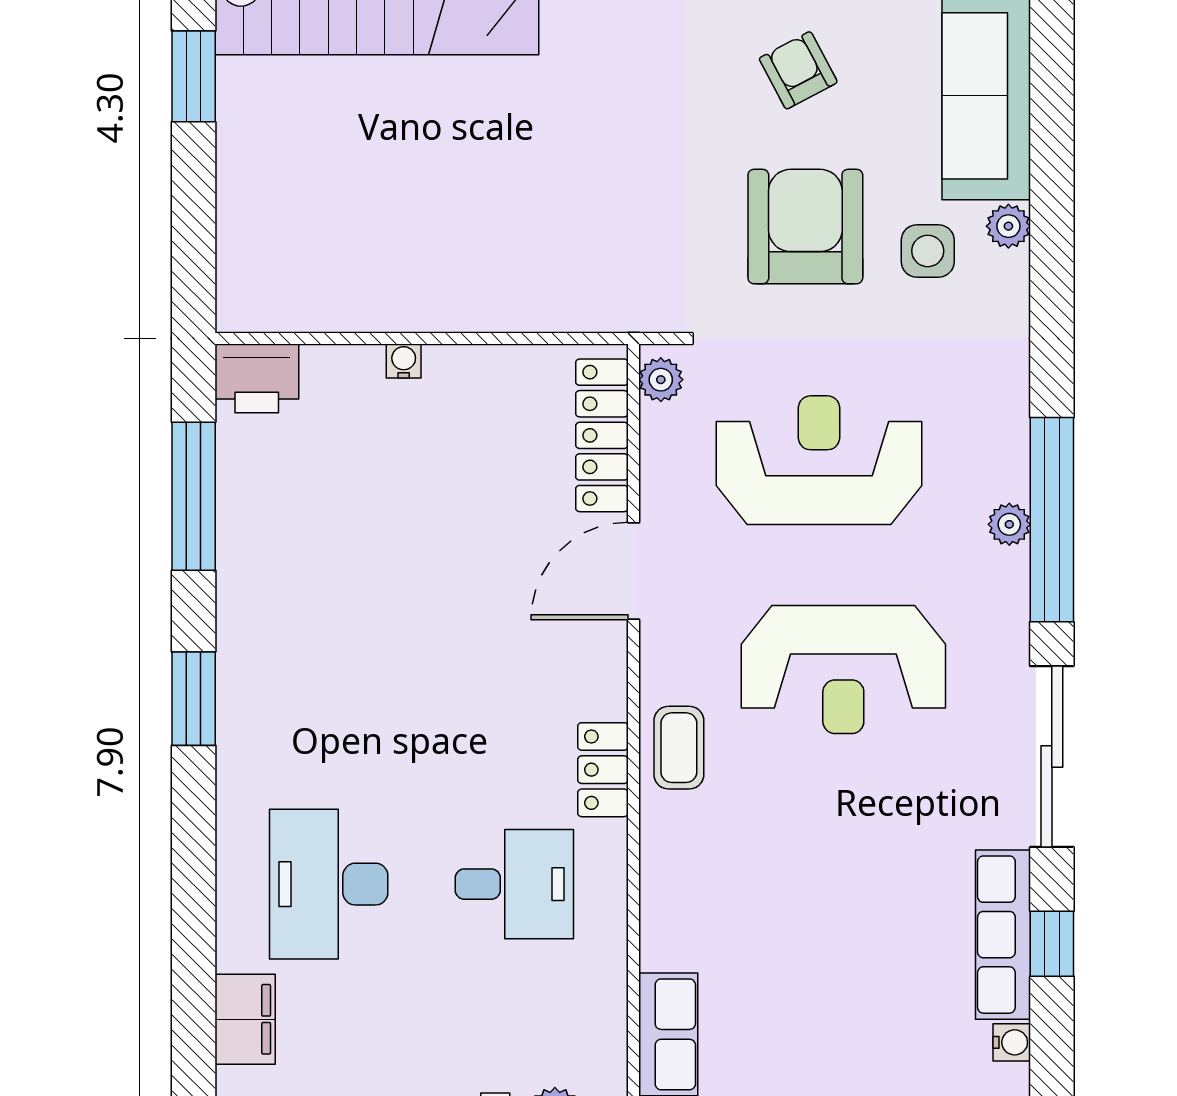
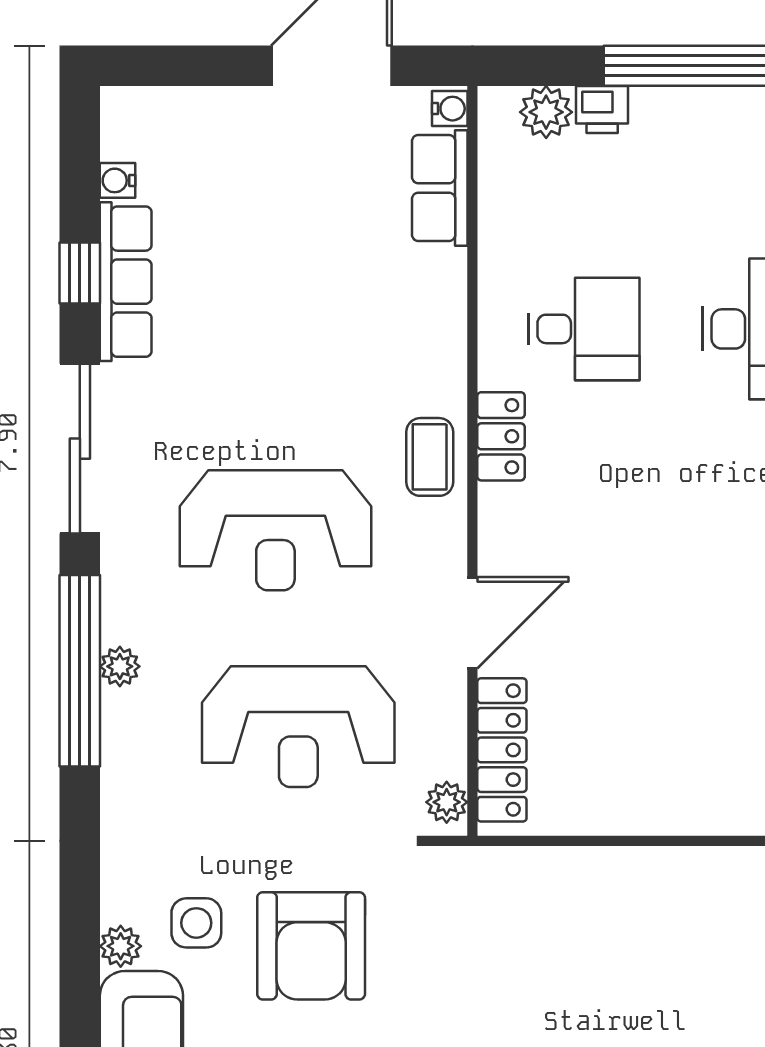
water cooler: (404, 361) -> (688, 820), removed
reception desk: (843, 670) -> (275, 530), turned 180
desk: (514, 884) -> (584, 329), turned 180

